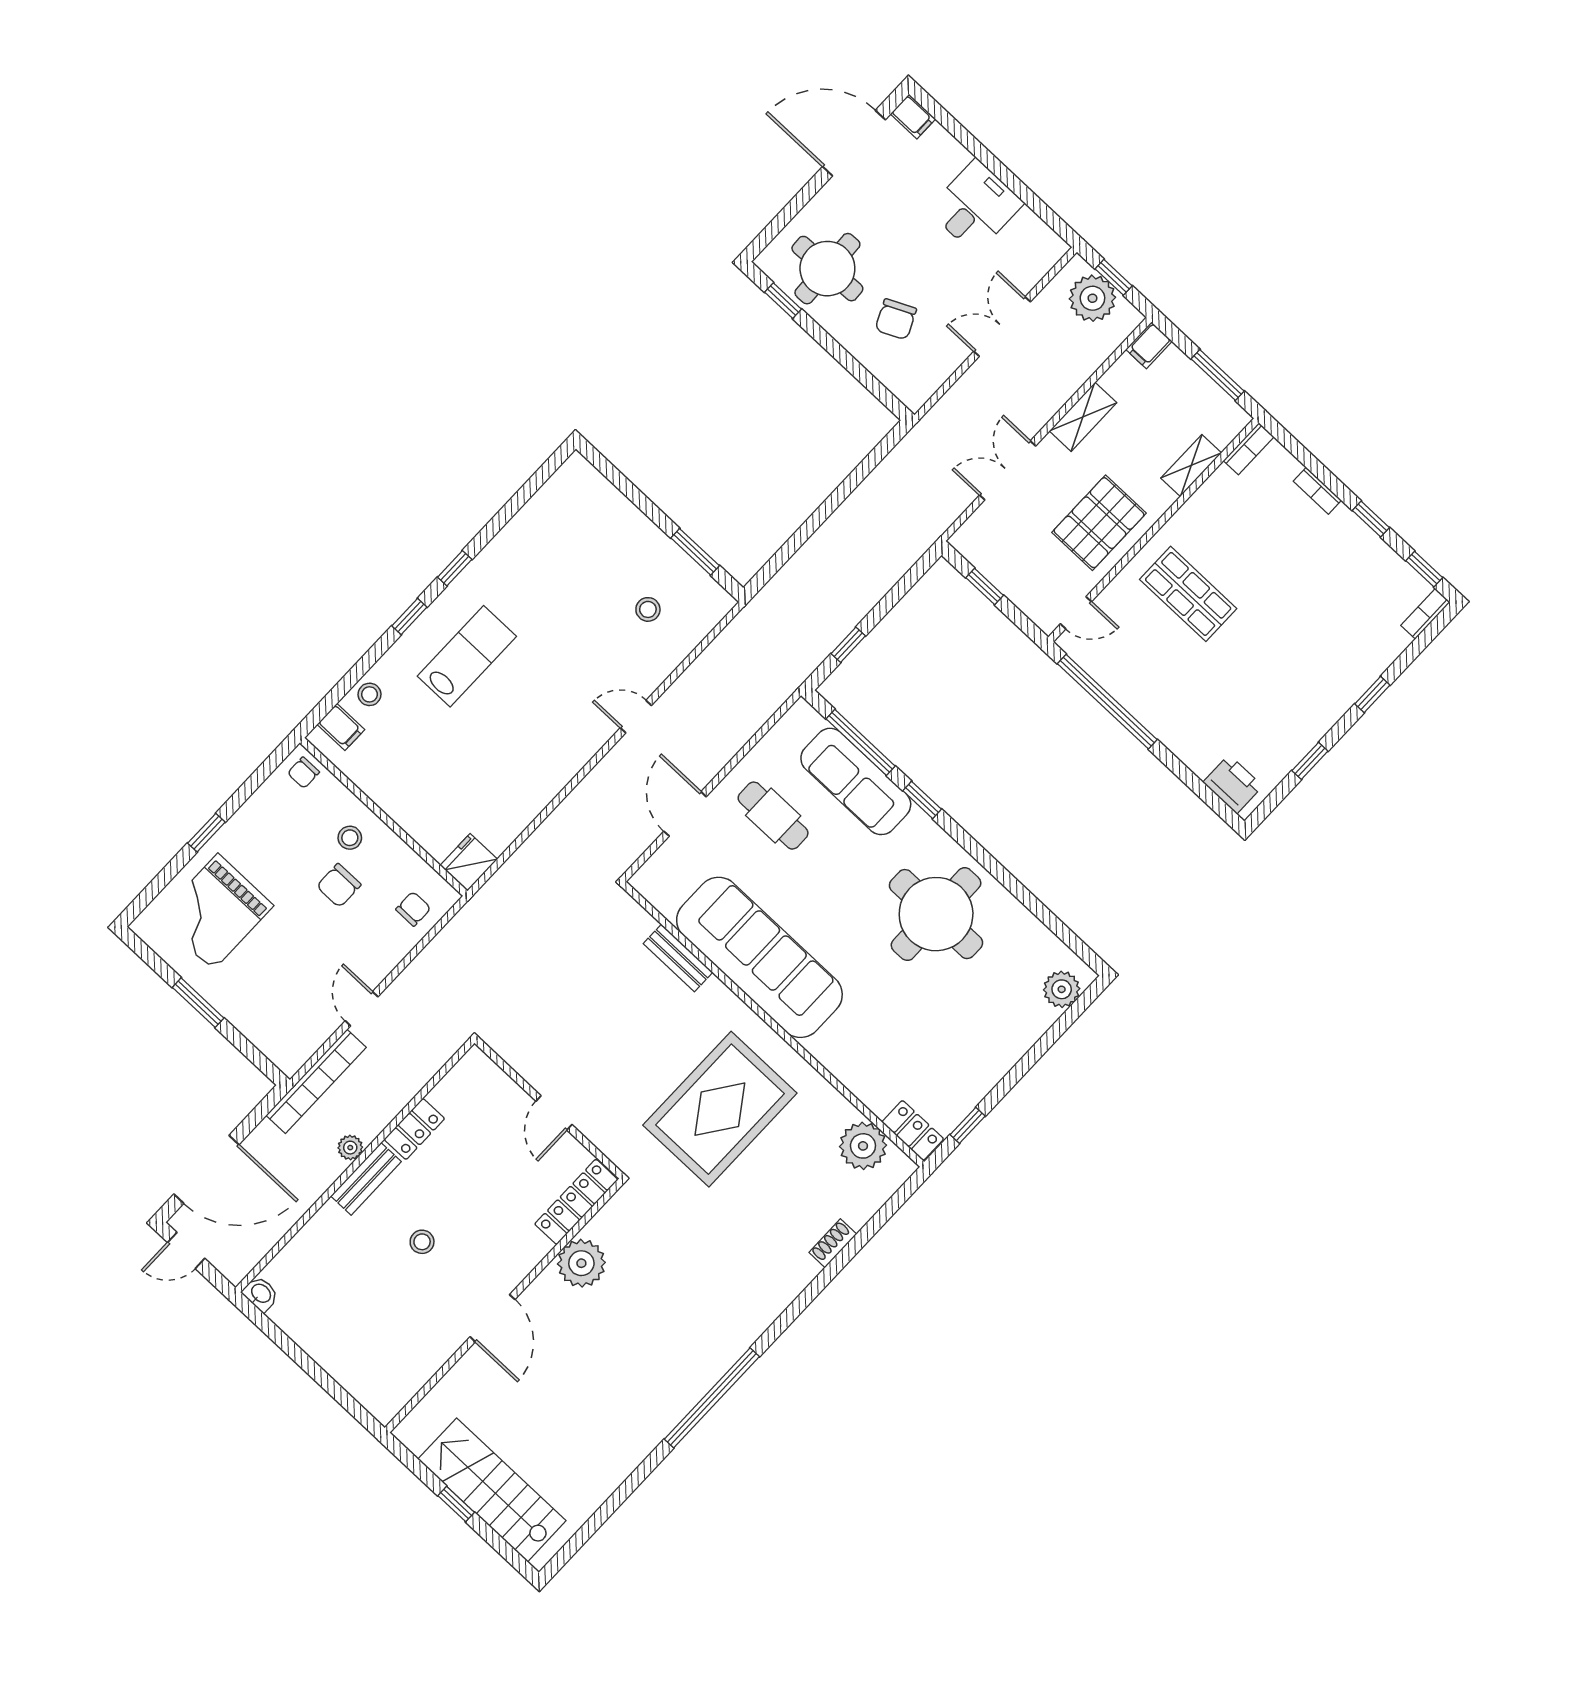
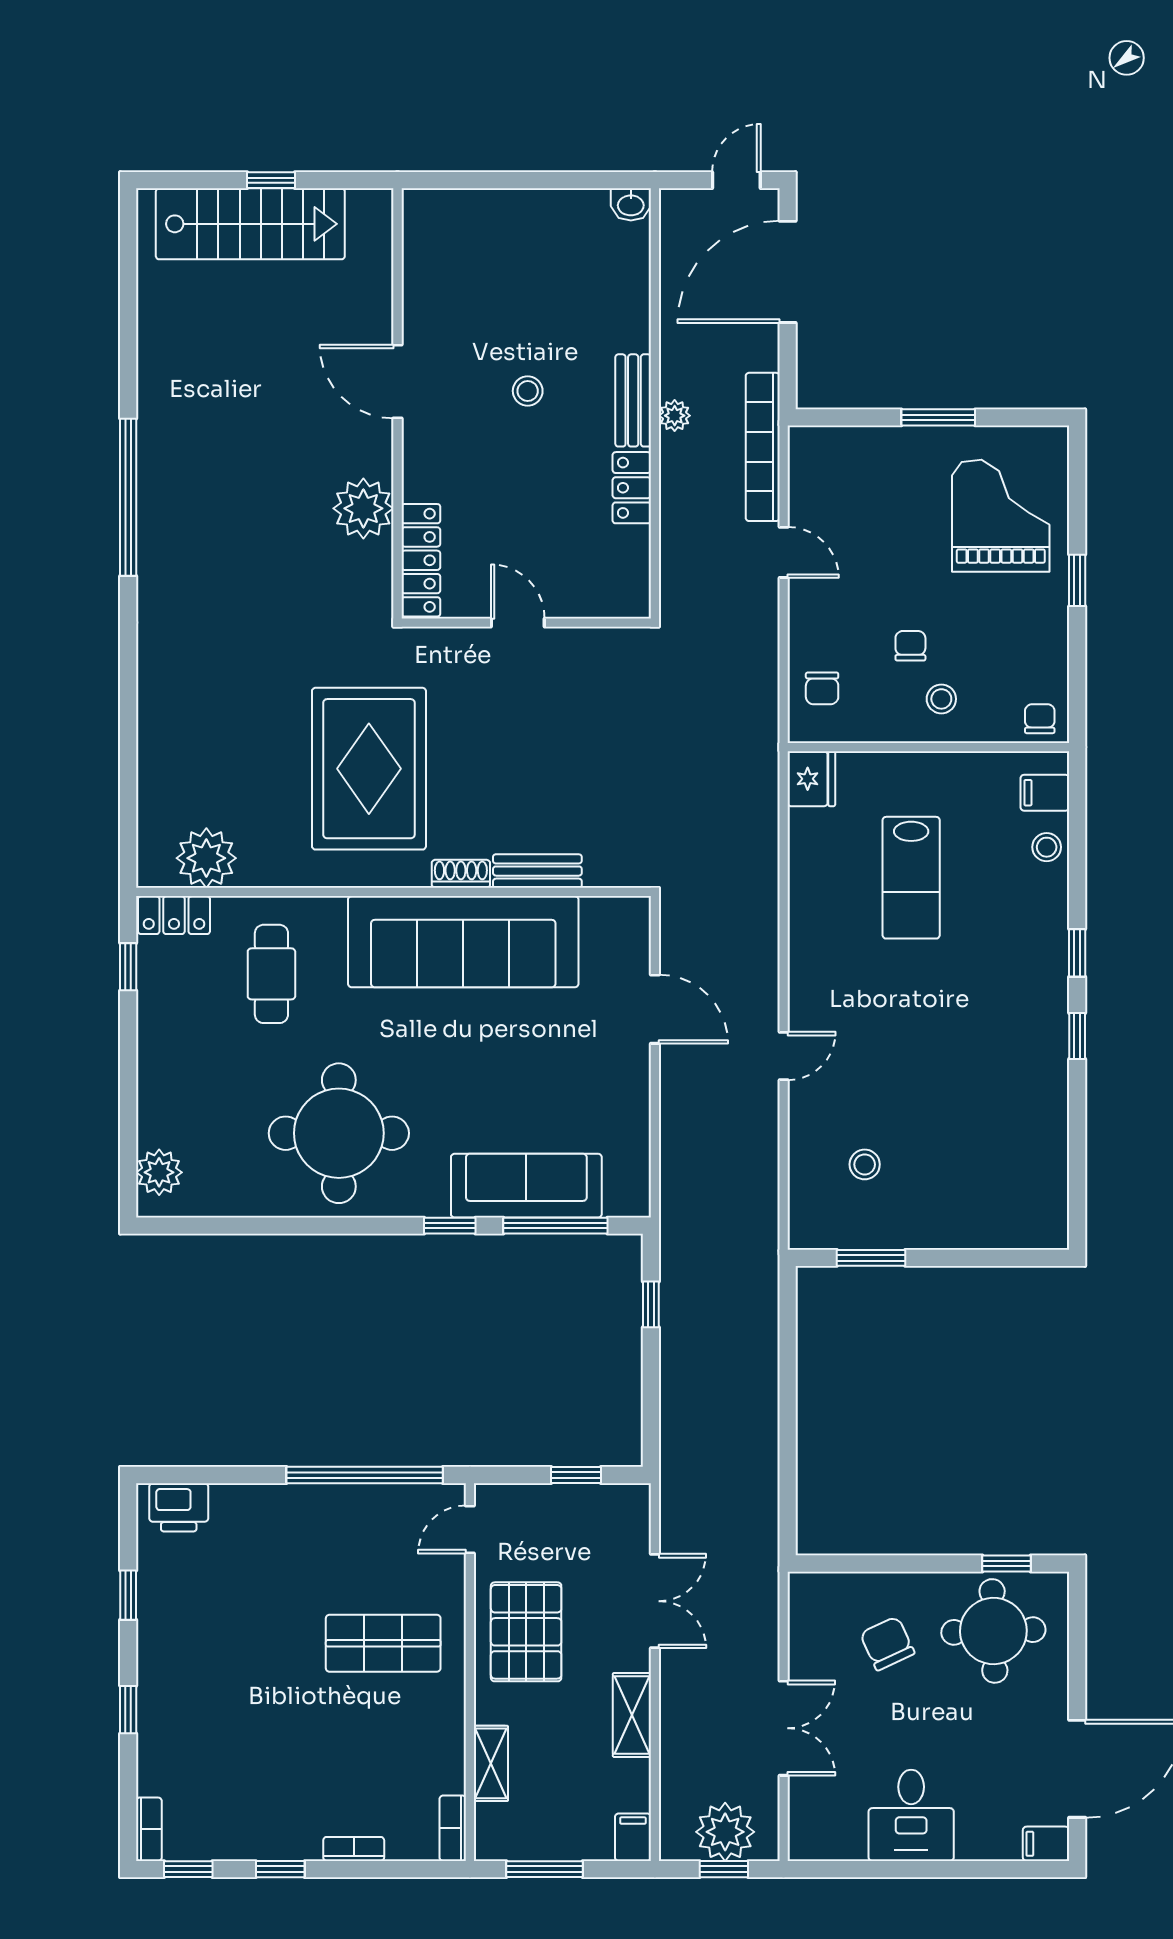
lab bench: (467, 656) -> (911, 878), moved
cafe table: (773, 816) -> (271, 974), moved, turned 90
chair: (339, 885) -> (910, 646), width x0.73, depth x0.73
shoe rack: (833, 1243) -> (461, 874), moved, turned -90

